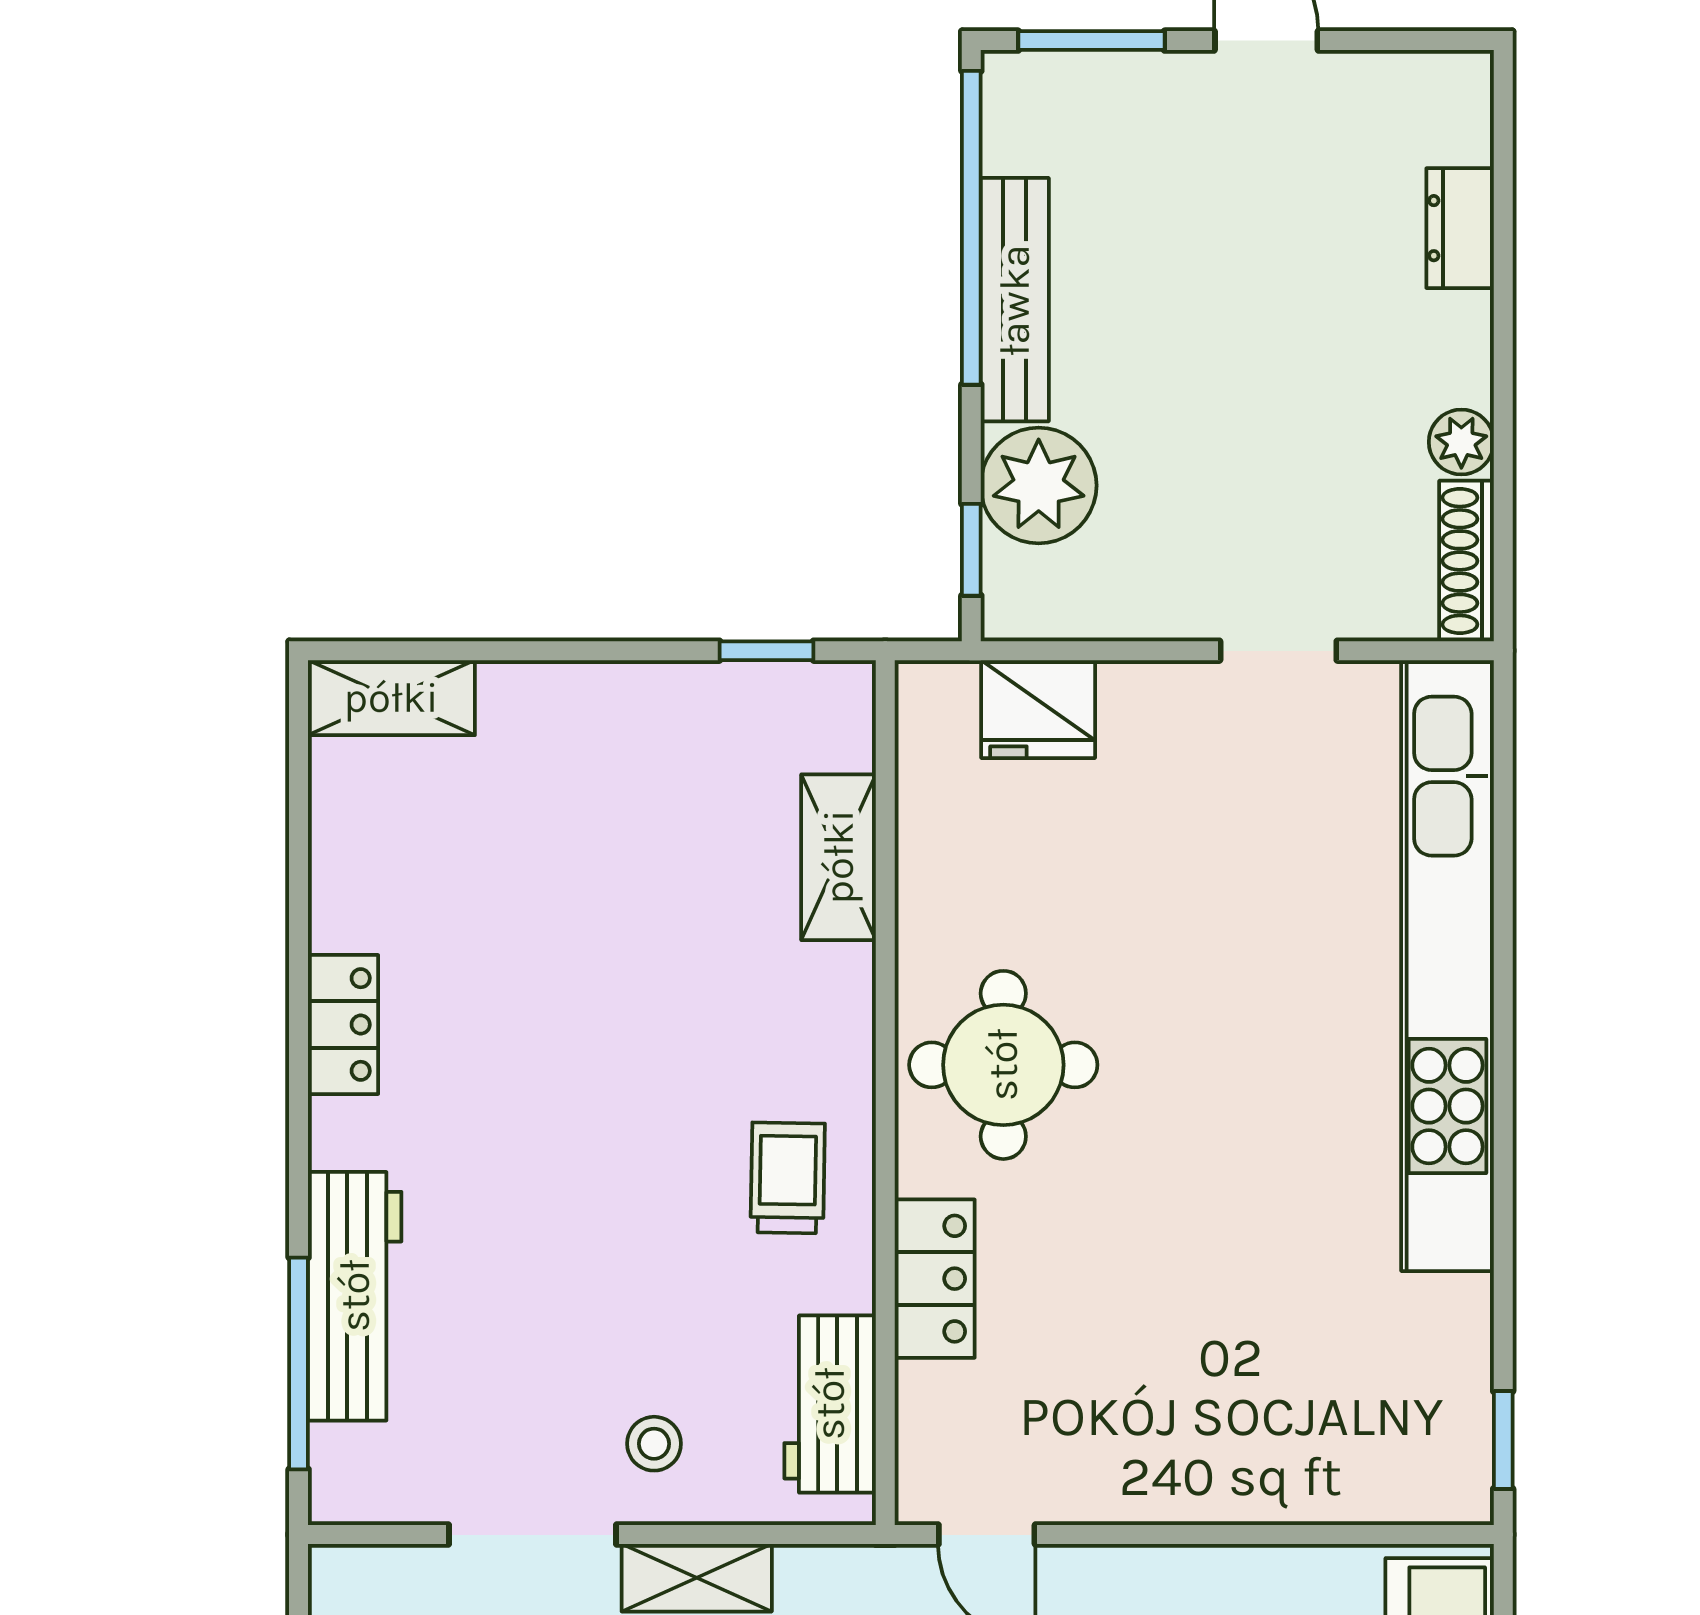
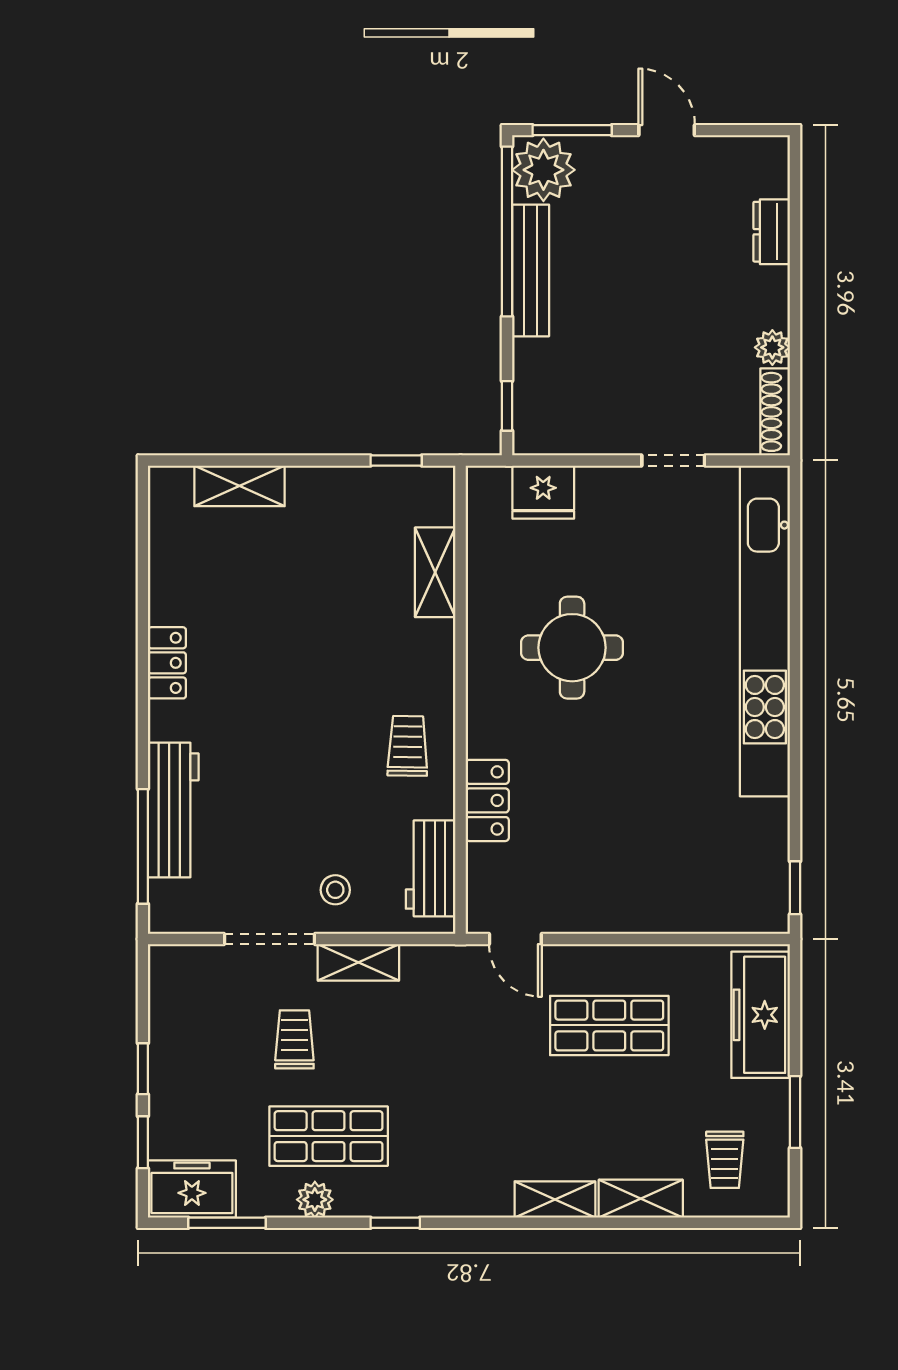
plant: (1039, 485) -> (543, 170), moved
shelving: (391, 698) -> (240, 486), moved
round table: (1003, 1065) -> (572, 648), moved

